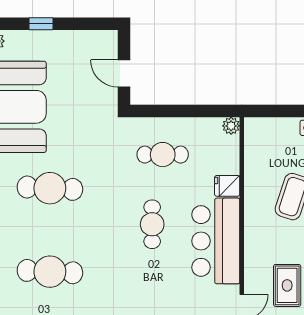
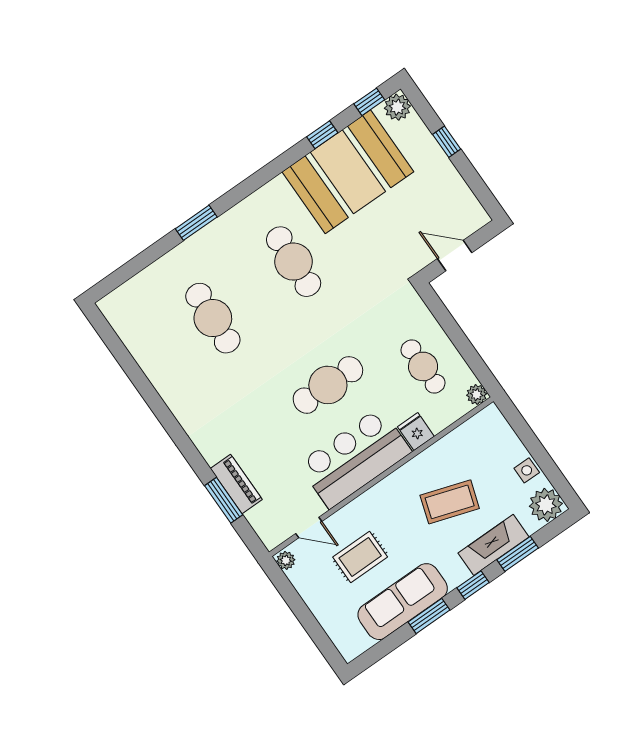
door: (124, 74) -> (455, 256), hinge flipped
cafe table: (163, 155) -> (423, 366), moved
cafe table: (152, 224) -> (328, 385), width x1.37, depth x1.35

